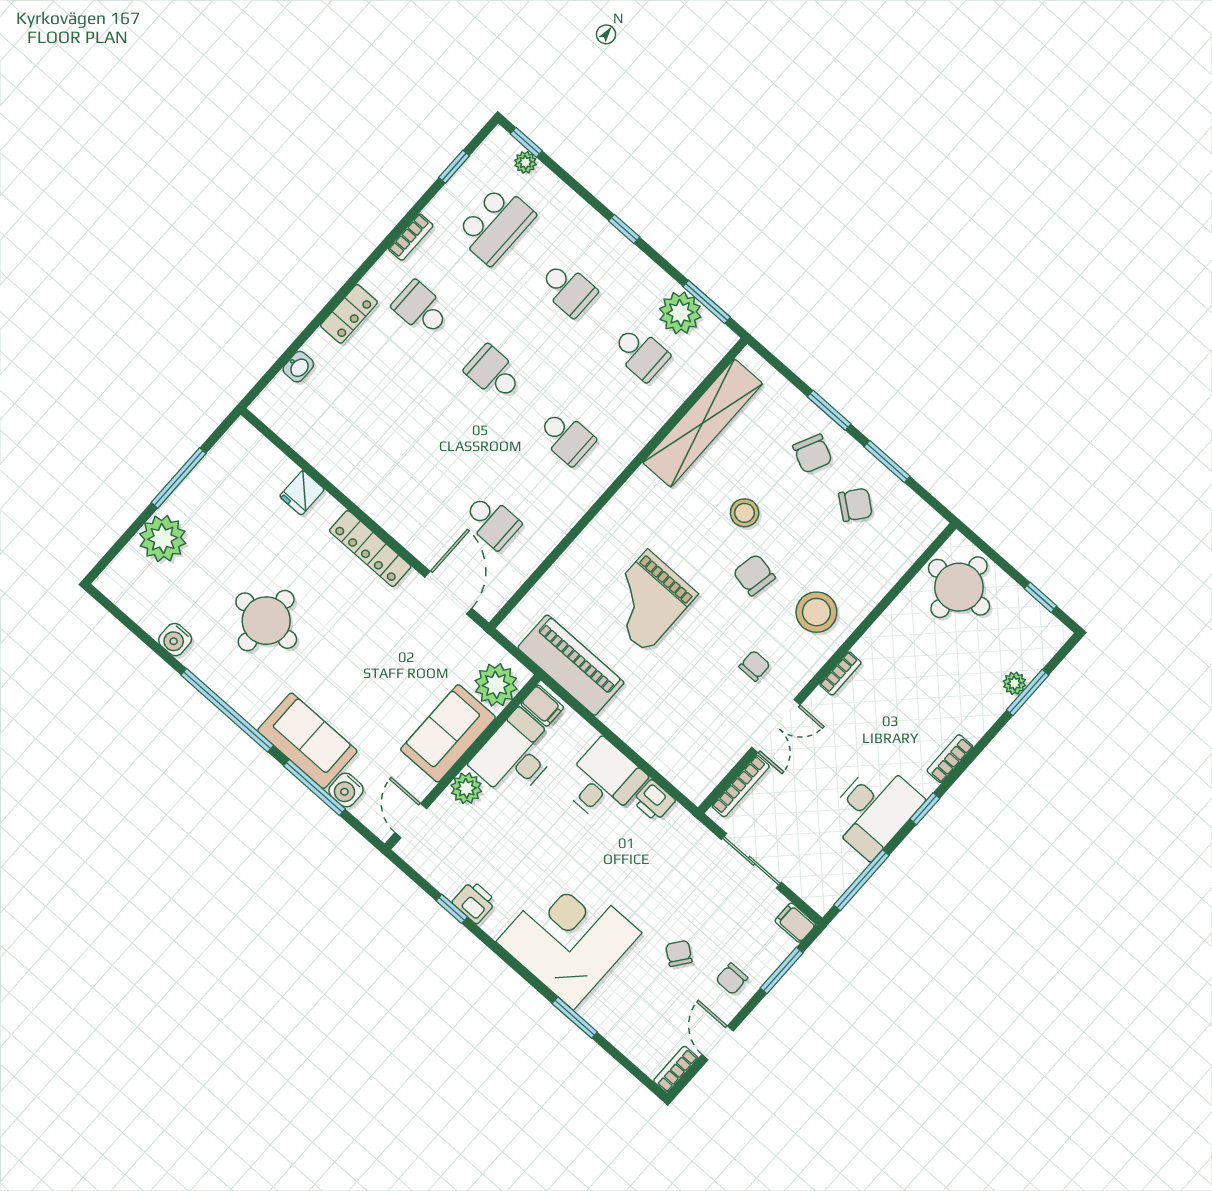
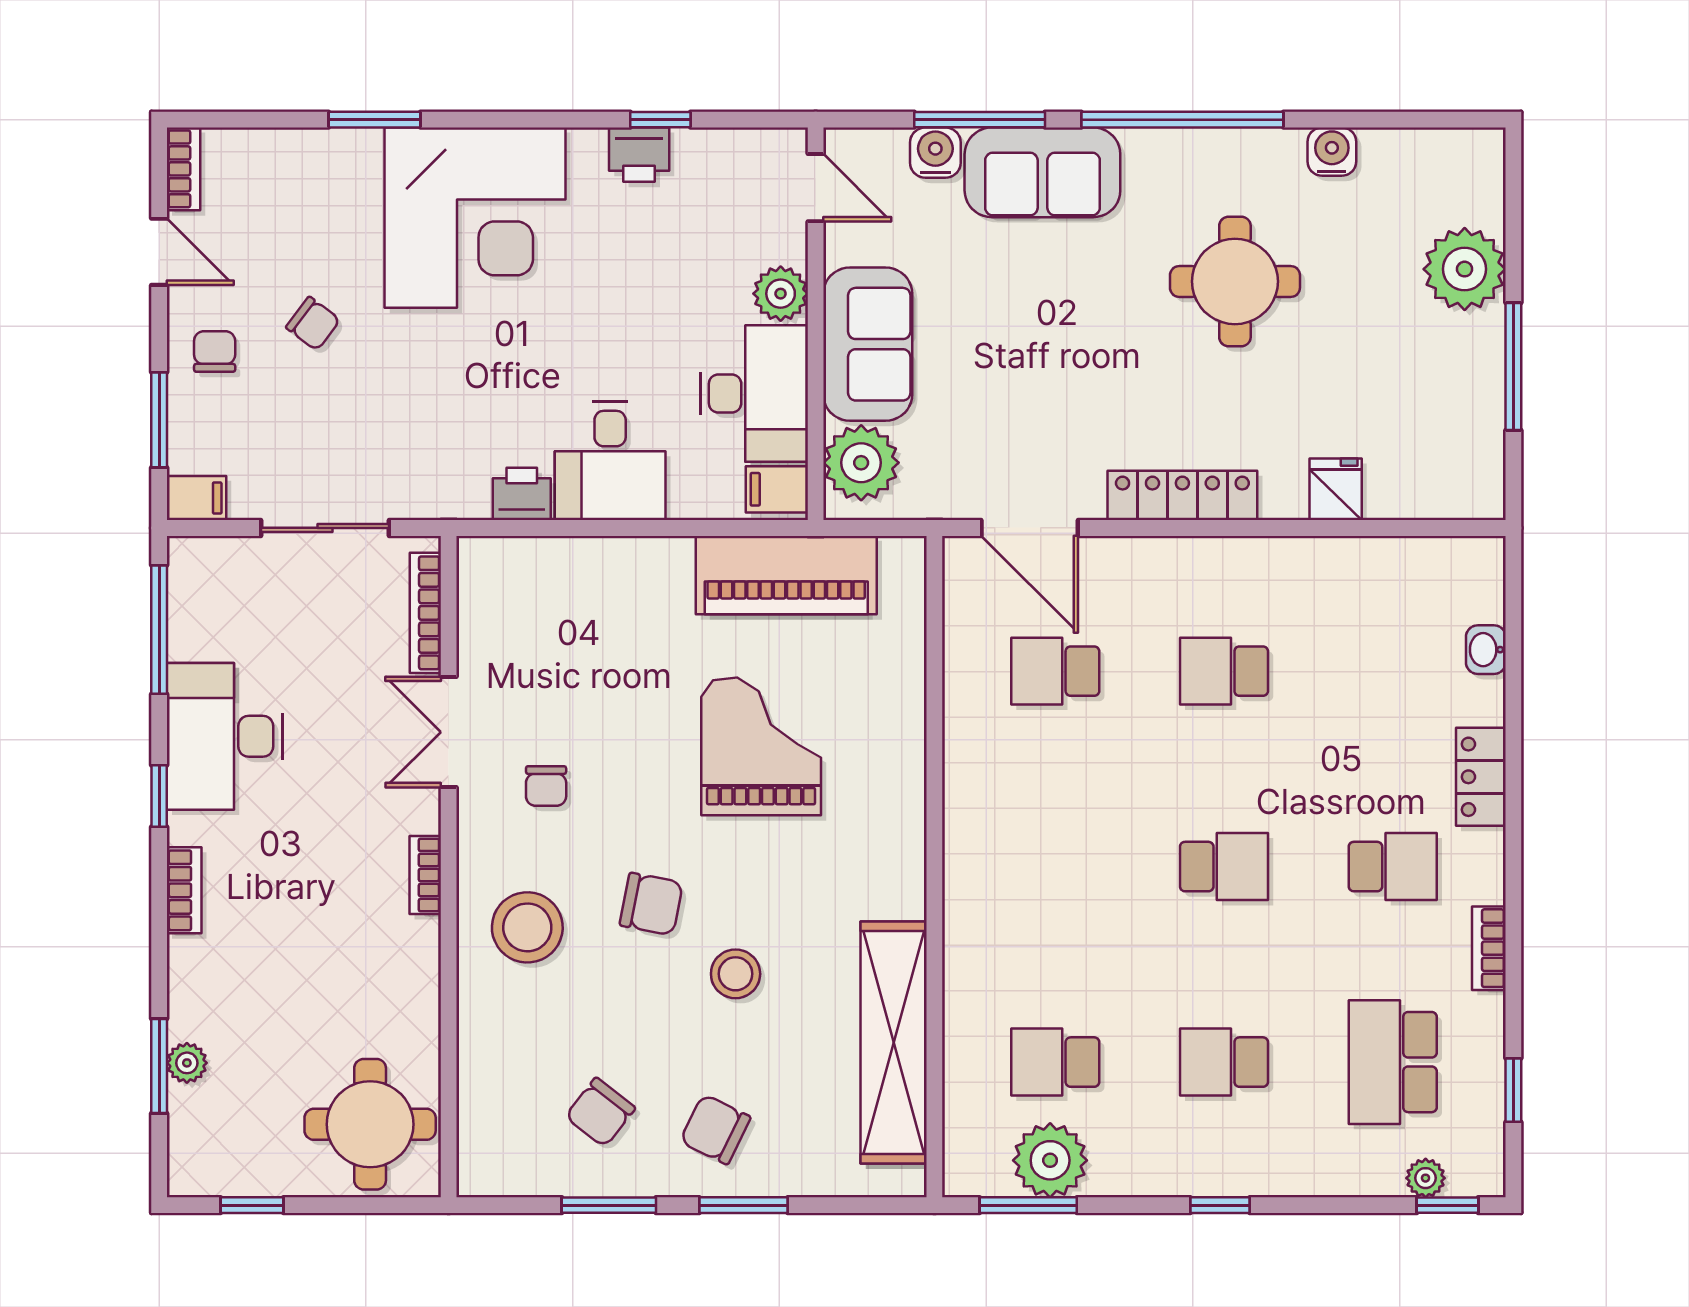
school desk: (566, 437) -> (1224, 671), moved

